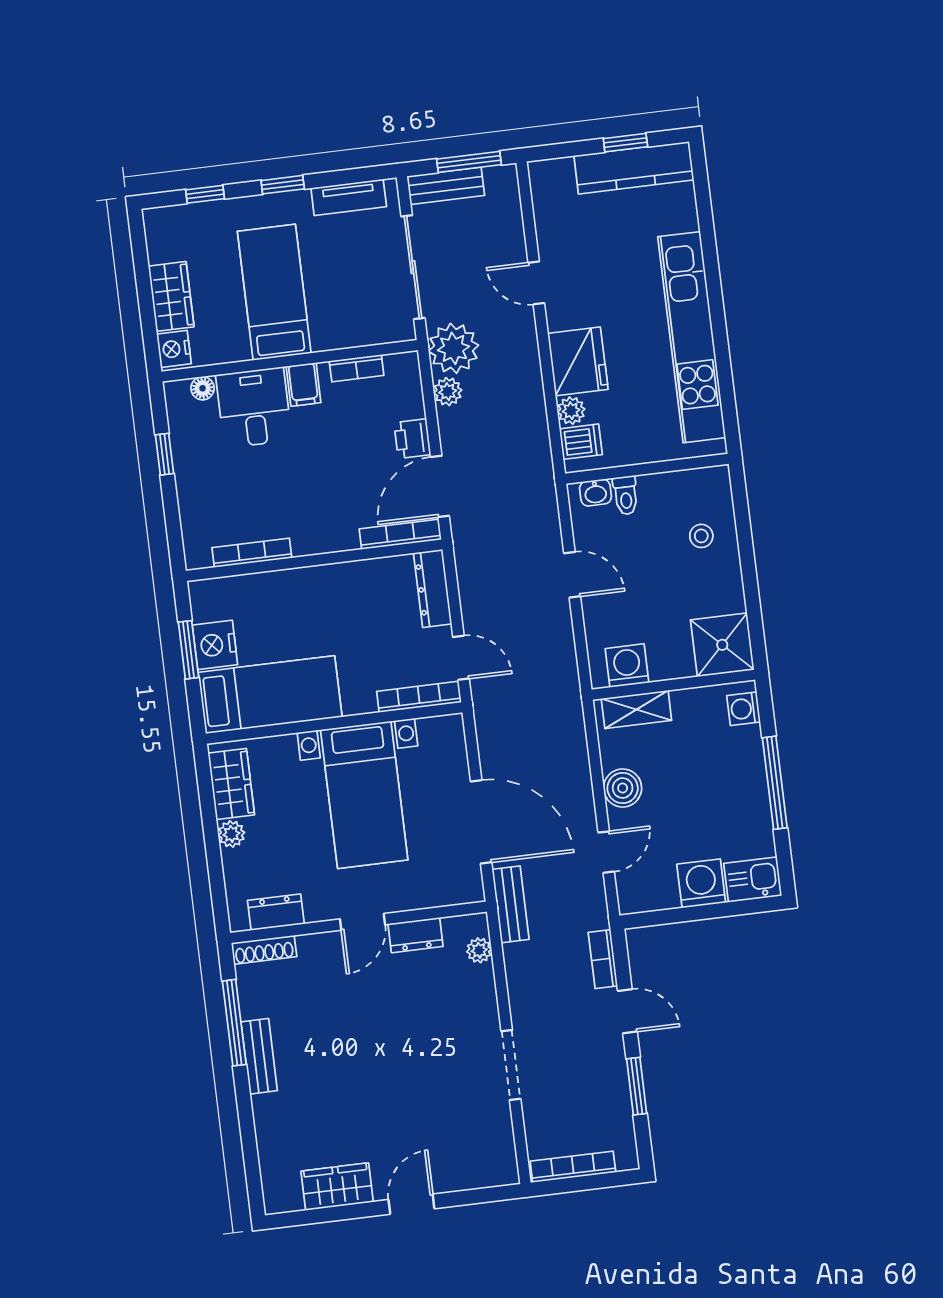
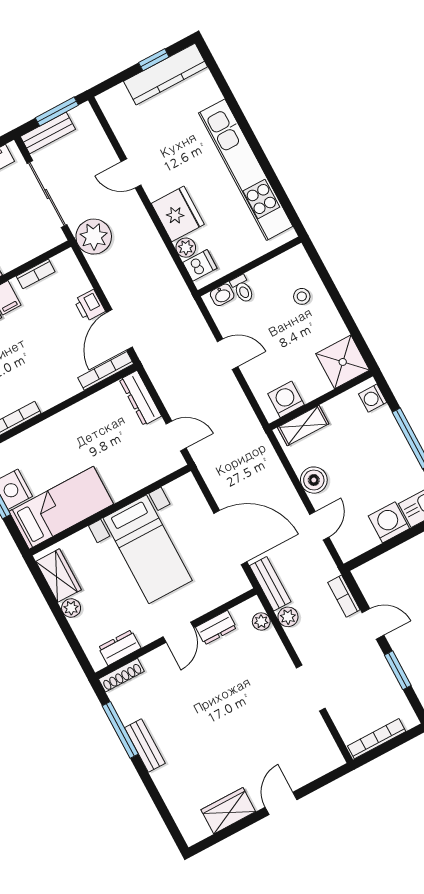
plant: (448, 392) -> (288, 617), moved
bookcase: (419, 697) -> (159, 472), removed

